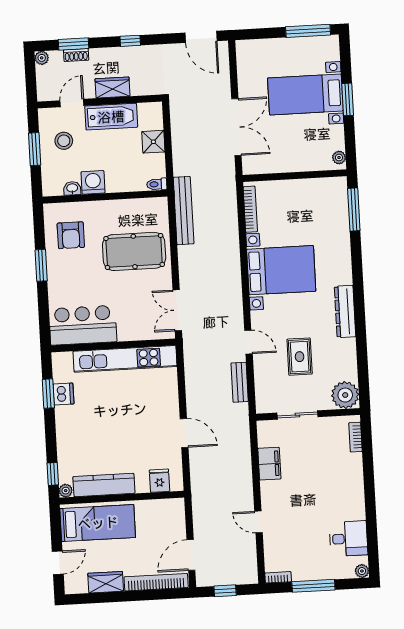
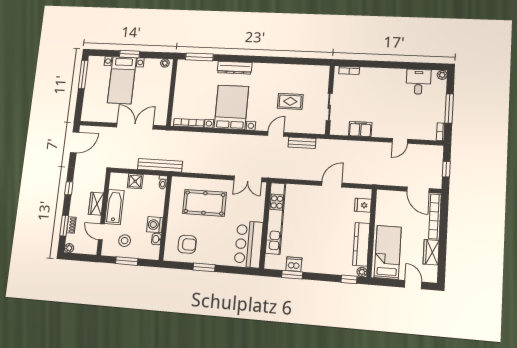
bench: (184, 211) -> (160, 165), moved
pool table: (134, 251) -> (204, 203), turned 90
dresser: (345, 312) -> (235, 68), moved
plant: (345, 395) -> (320, 74), removed

